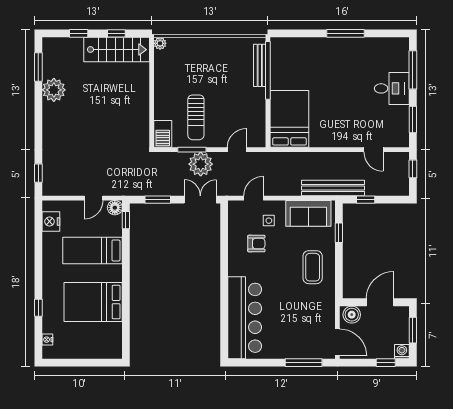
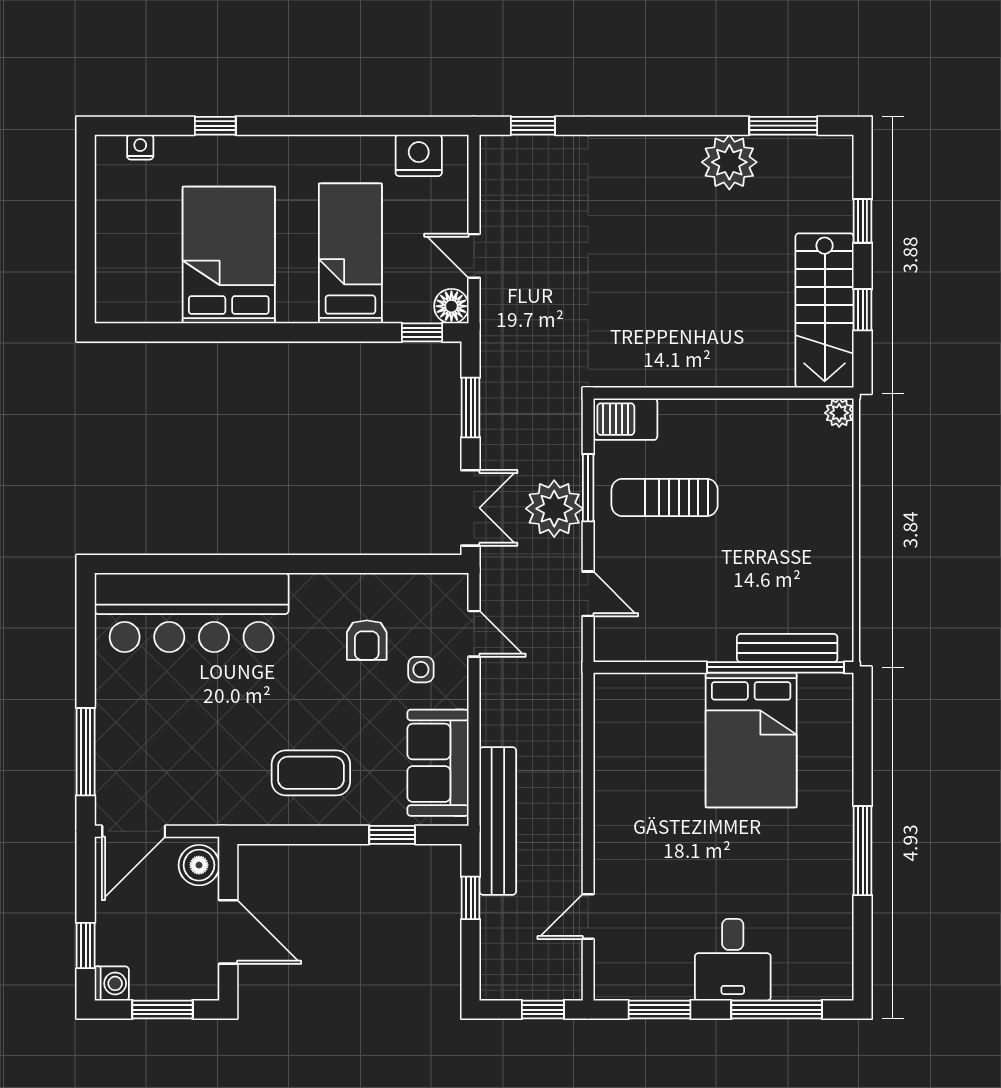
bed: (289, 119) -> (751, 740), moved, turned 90

